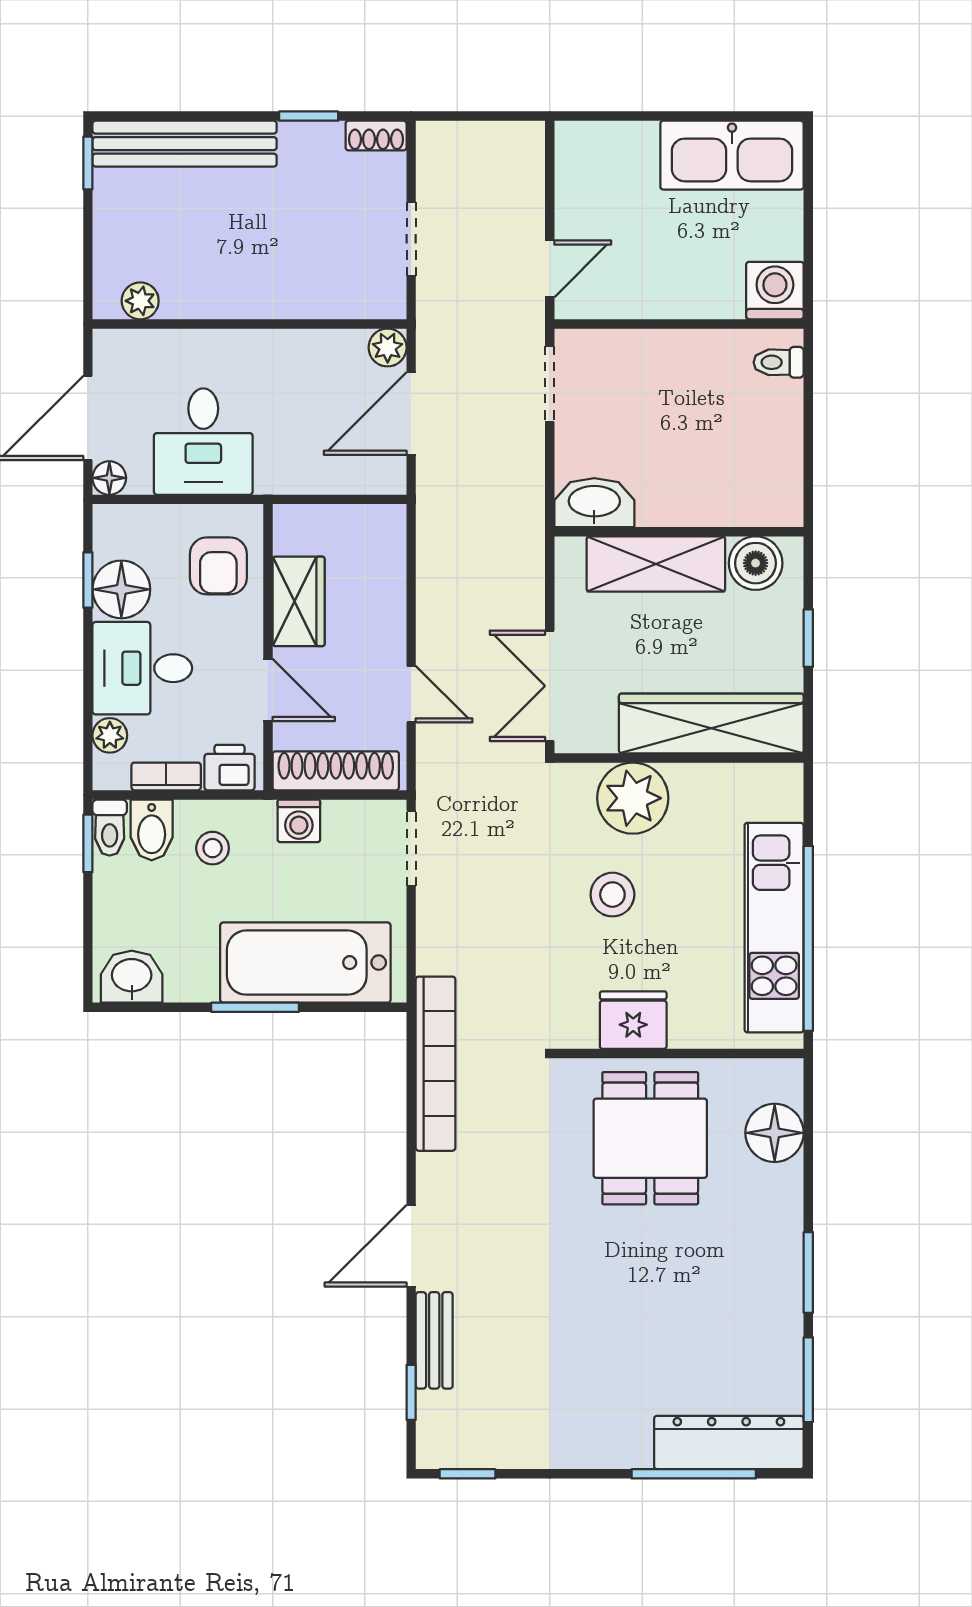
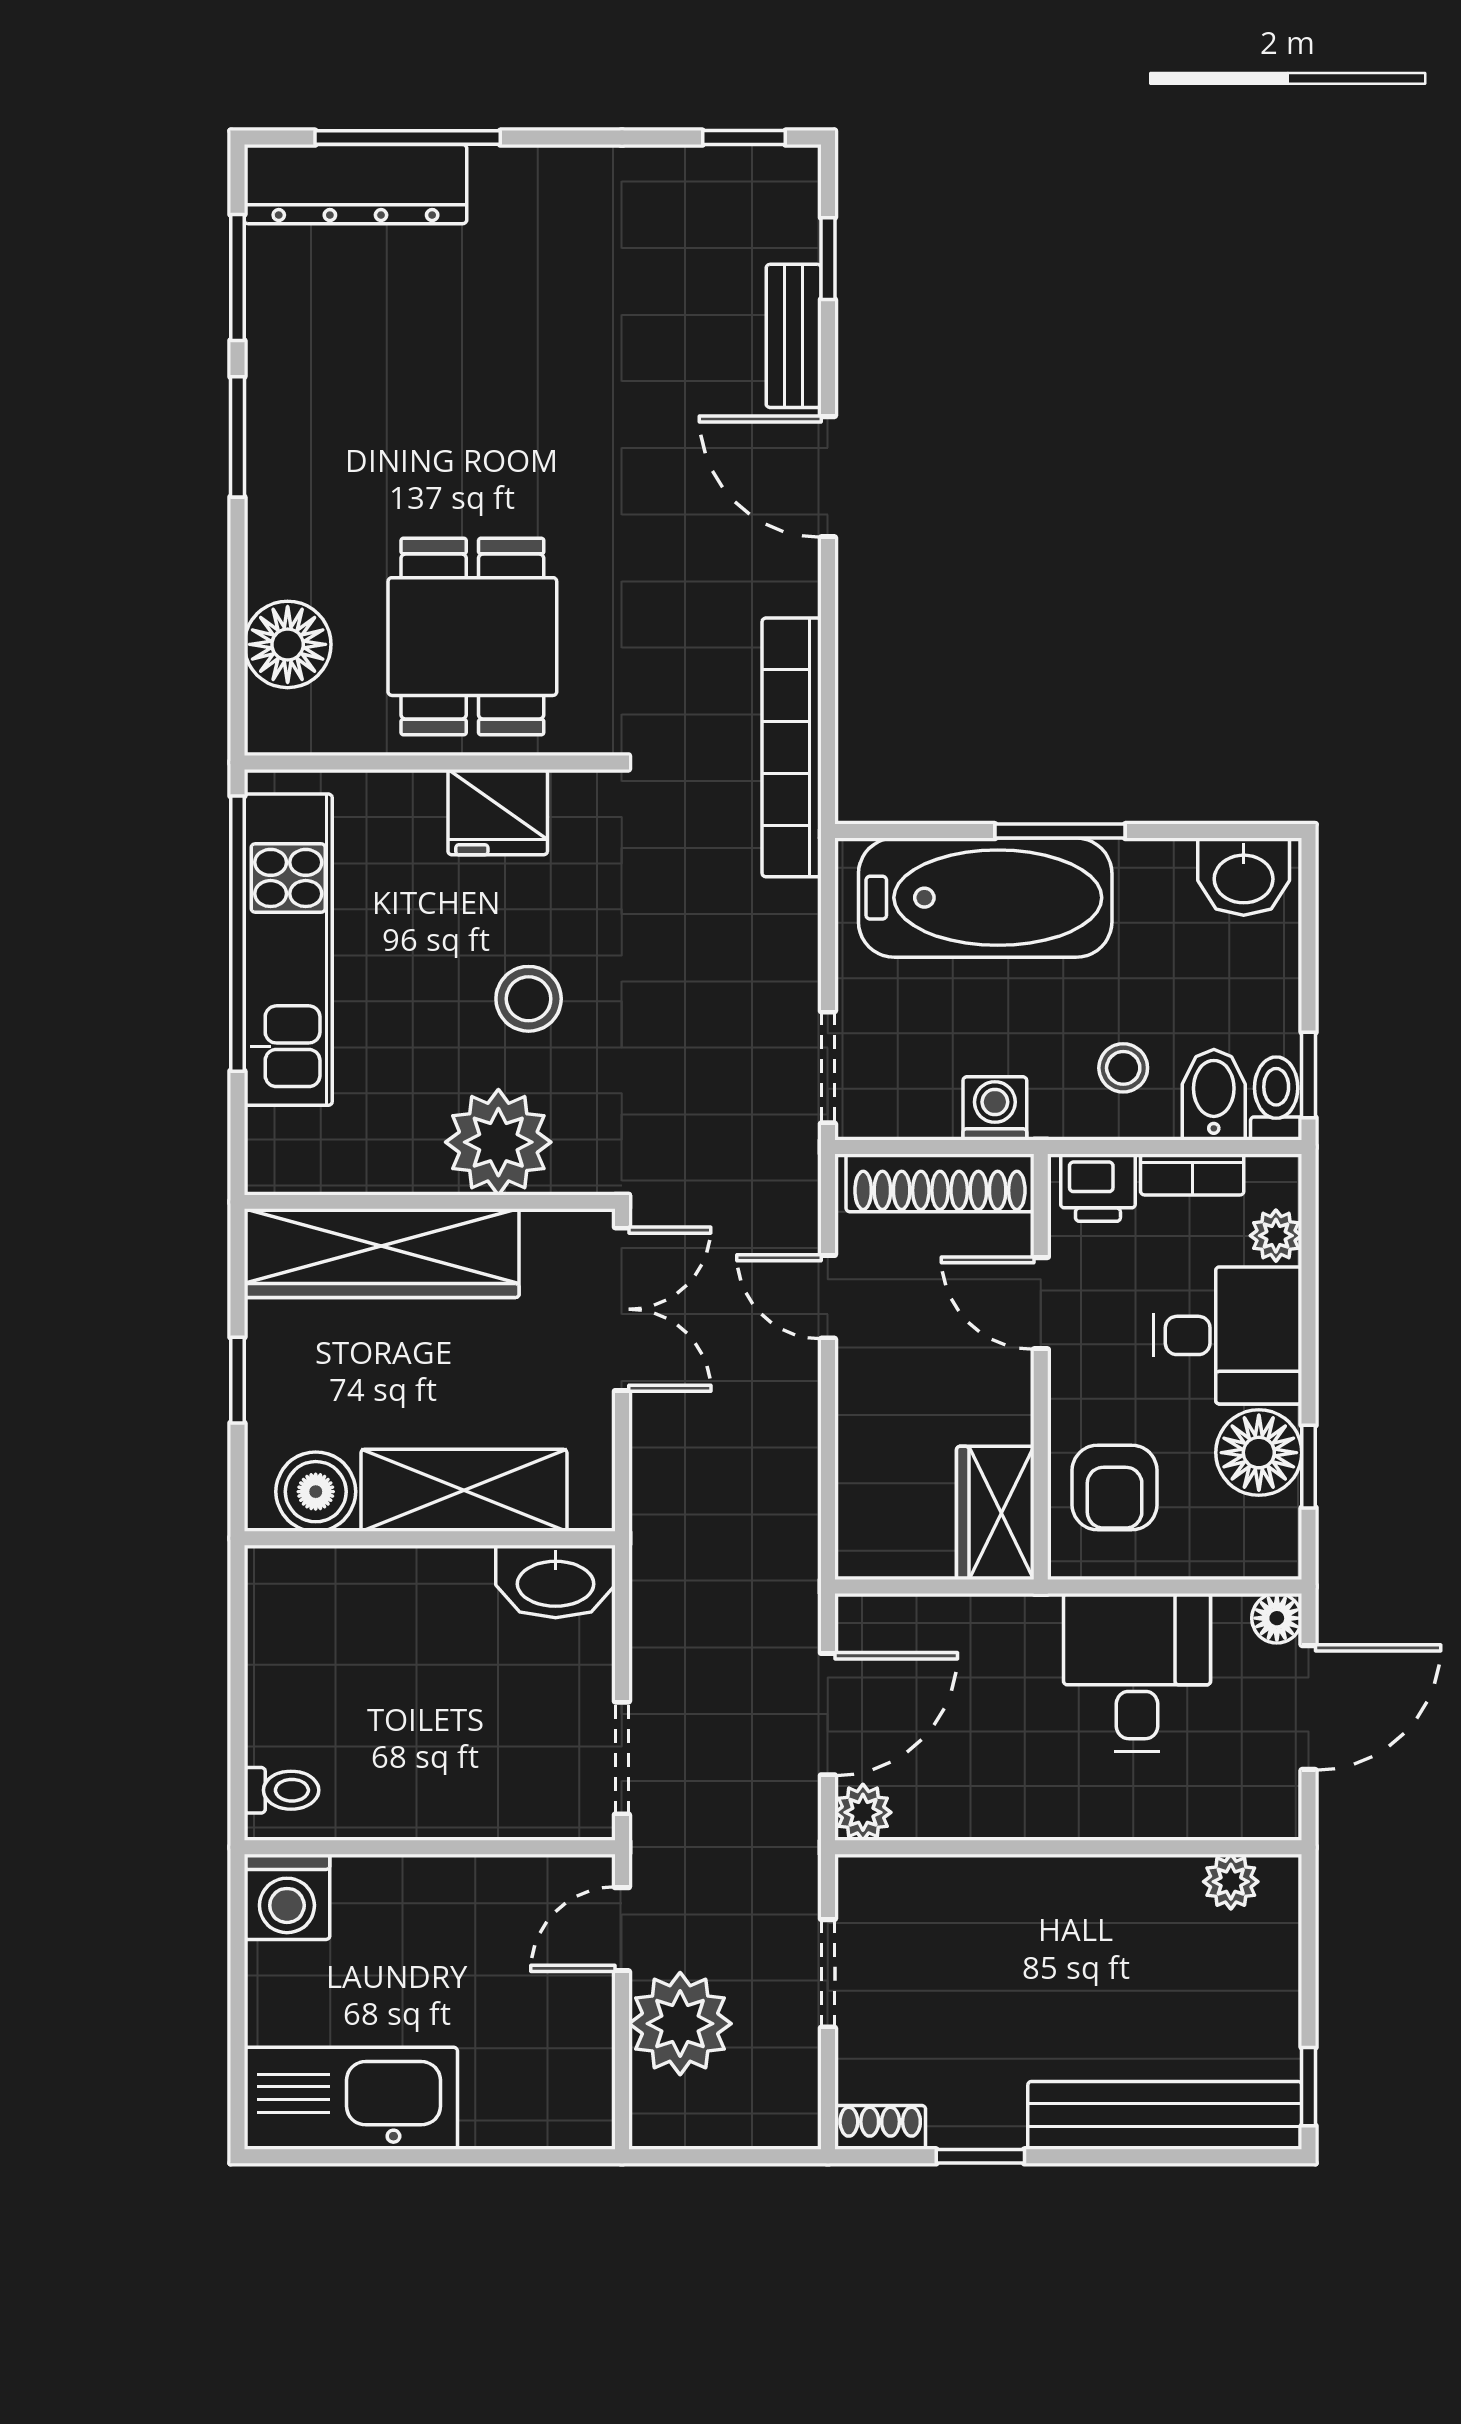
plant: (511, 205) -> (680, 2024), added
armchair: (218, 566) -> (1115, 1487), turned 180
wardrobe: (299, 601) -> (995, 1513), moved
door: (411, 1246) -> (828, 477), swing flipped

